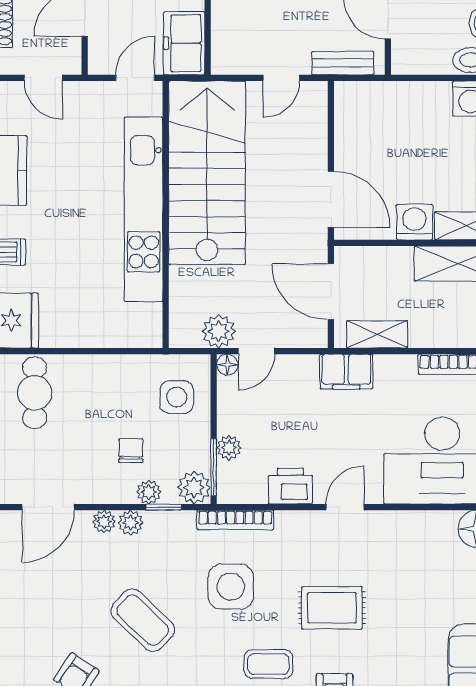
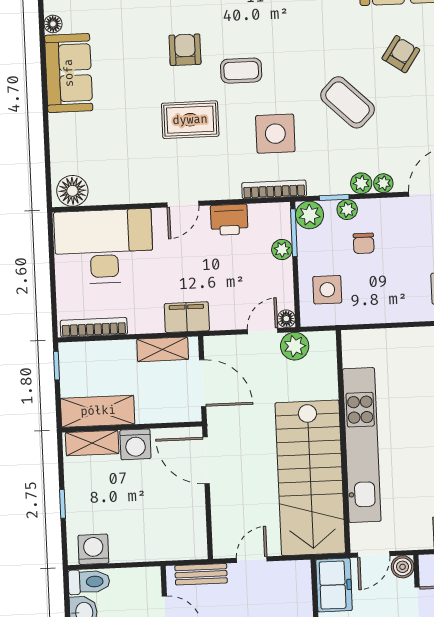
boiler: (101, 61) -> (403, 567), added

